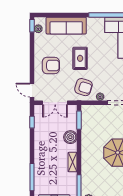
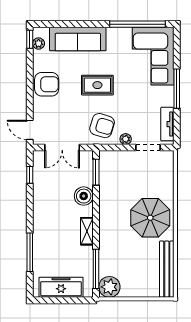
rug: (80, 58) -> (97, 85), turned 90
armchair: (51, 66) -> (47, 84), moved

